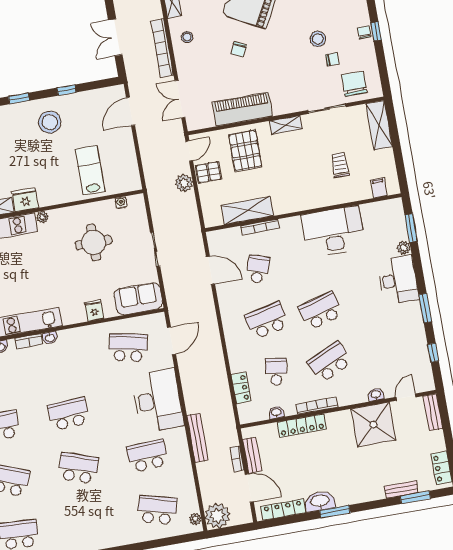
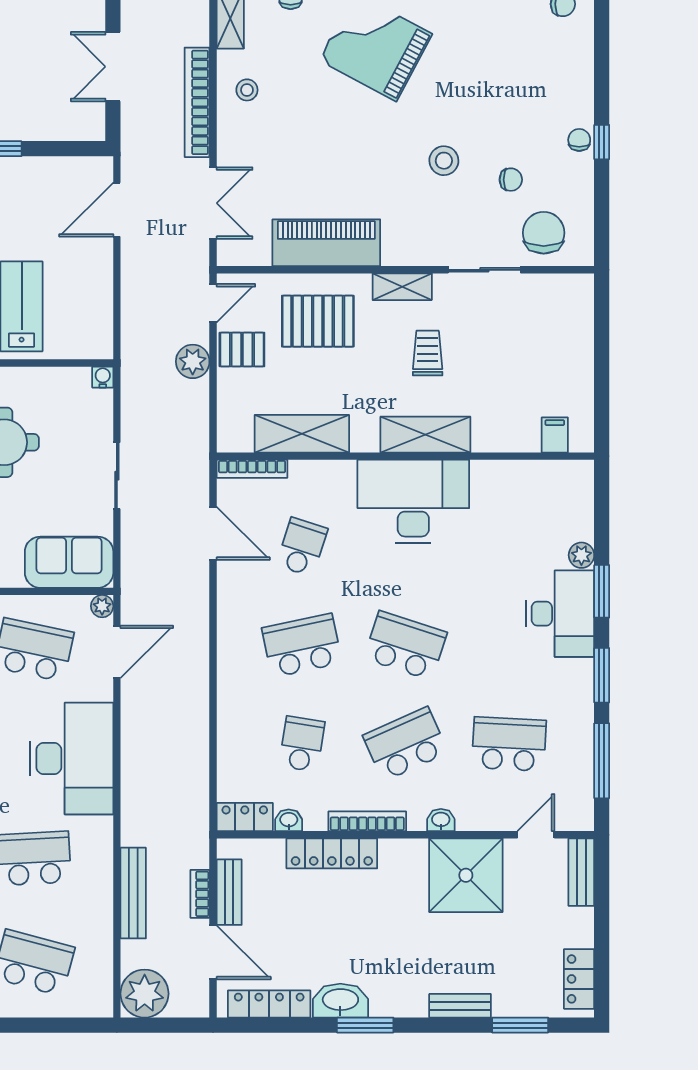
stool: (318, 39) -> (444, 161), moved
chair: (239, 49) -> (340, 130), removed
double door: (180, 99) -> (213, 203), swing flipped
shelving: (379, 125) -> (425, 435), moved, turned 90
pallet: (245, 151) -> (318, 321), turned 90
trolley: (340, 165) -> (428, 353), moved
water cooler: (121, 203) -> (103, 377), moved
bookcase: (260, 227) -> (252, 469), moved
window: (411, 228) -> (602, 591), moved
desk: (333, 232) -> (413, 501), moved
school desk: (321, 311) -> (405, 645), turned 33
school desk: (384, 352) -> (509, 744), added
window: (433, 353) -> (602, 761), width x2.17
locker: (241, 388) -> (245, 817), moved, turned -90
washbasin: (376, 395) -> (441, 820), moved
bench: (197, 438) -> (133, 893), moved
bench: (401, 489) -> (460, 1006), moved
plant: (195, 519) -> (102, 606), moved

